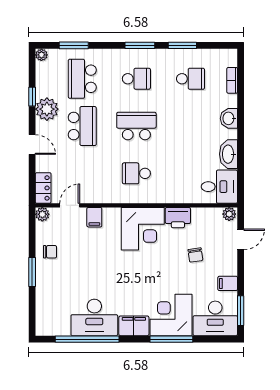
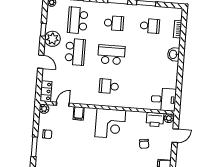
washbasin: (229, 154) -> (171, 78), removed
printer: (178, 218) -> (155, 119), moved

